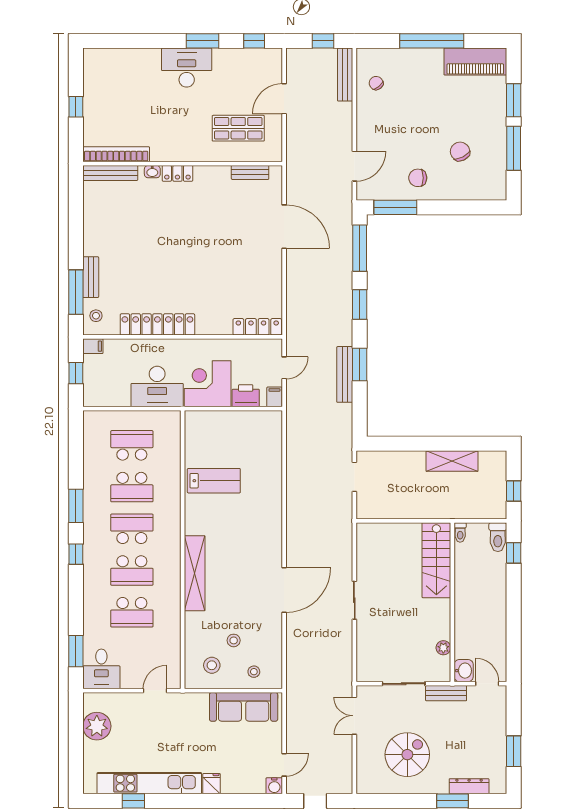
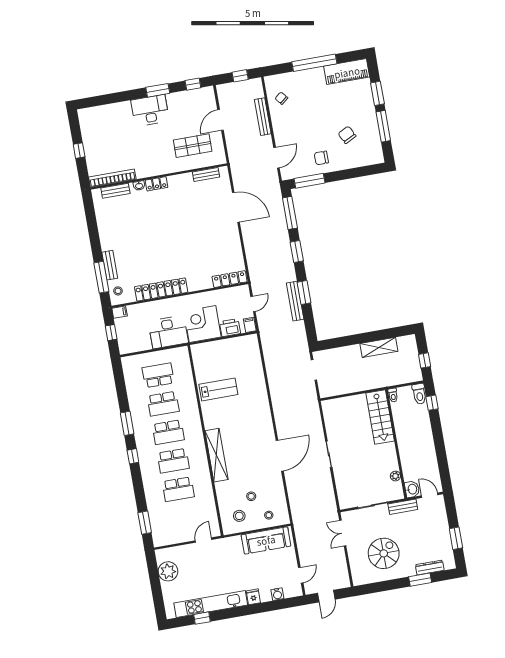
bench: (345, 75) -> (263, 117), moved
bench: (110, 173) -> (115, 191), width x0.73
school desk: (132, 529) -> (168, 432), turned 180
desk: (101, 669) -> (164, 532), removed
water cooler: (274, 786) -> (277, 594), moved

